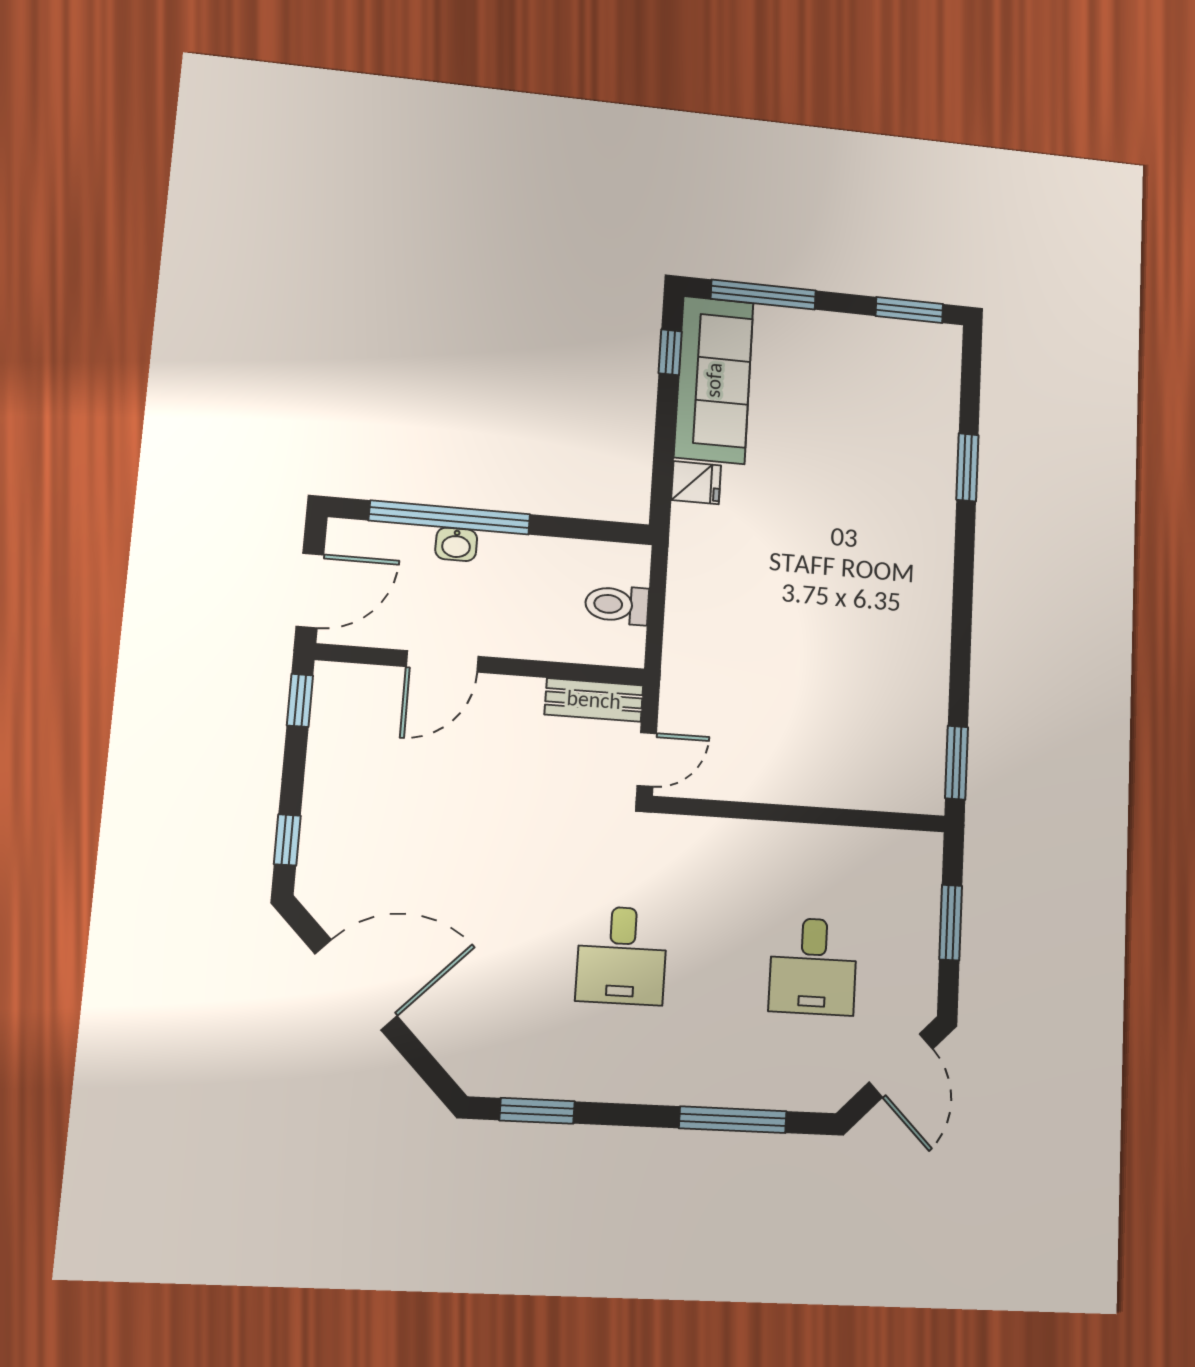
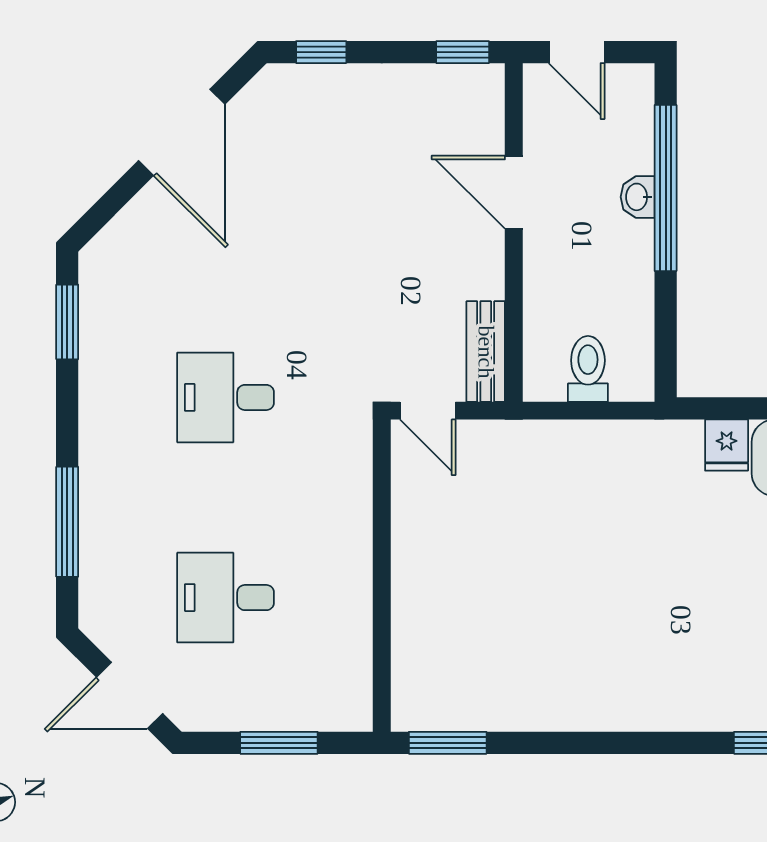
door: (310, 590) -> (577, 52), width x0.73

